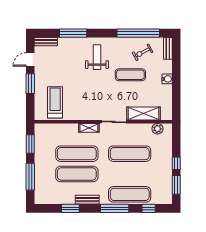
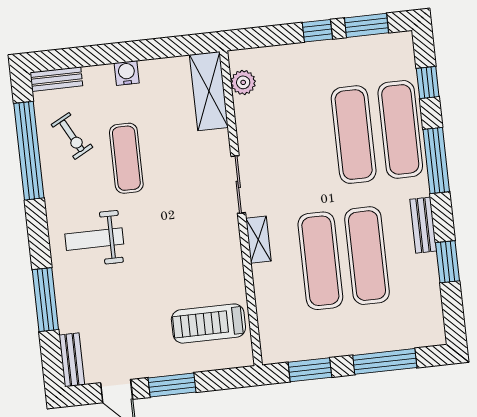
shelving: (143, 114) -> (209, 91), moved
exercise mat: (130, 154) -> (354, 135), moved

